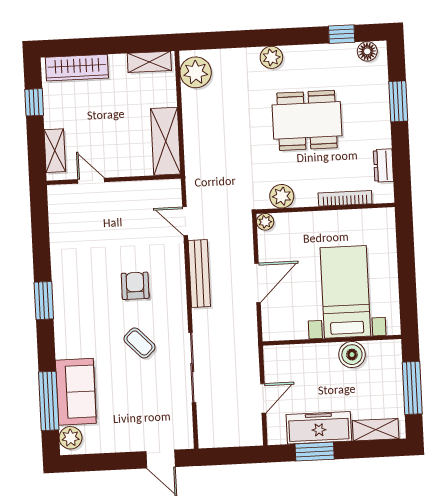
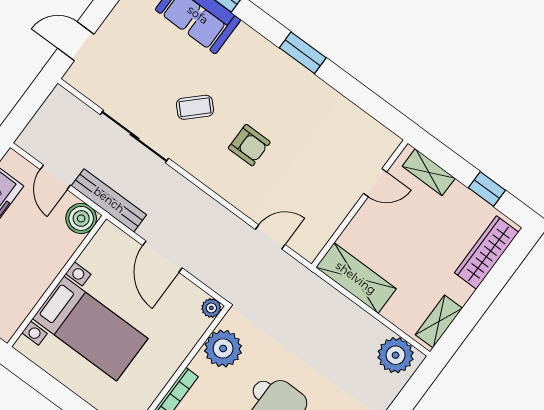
plant: (282, 196) -> (223, 348), width x1.36, depth x1.36
bench: (199, 274) -> (109, 200), moved
boiler: (352, 355) -> (81, 218), moved

